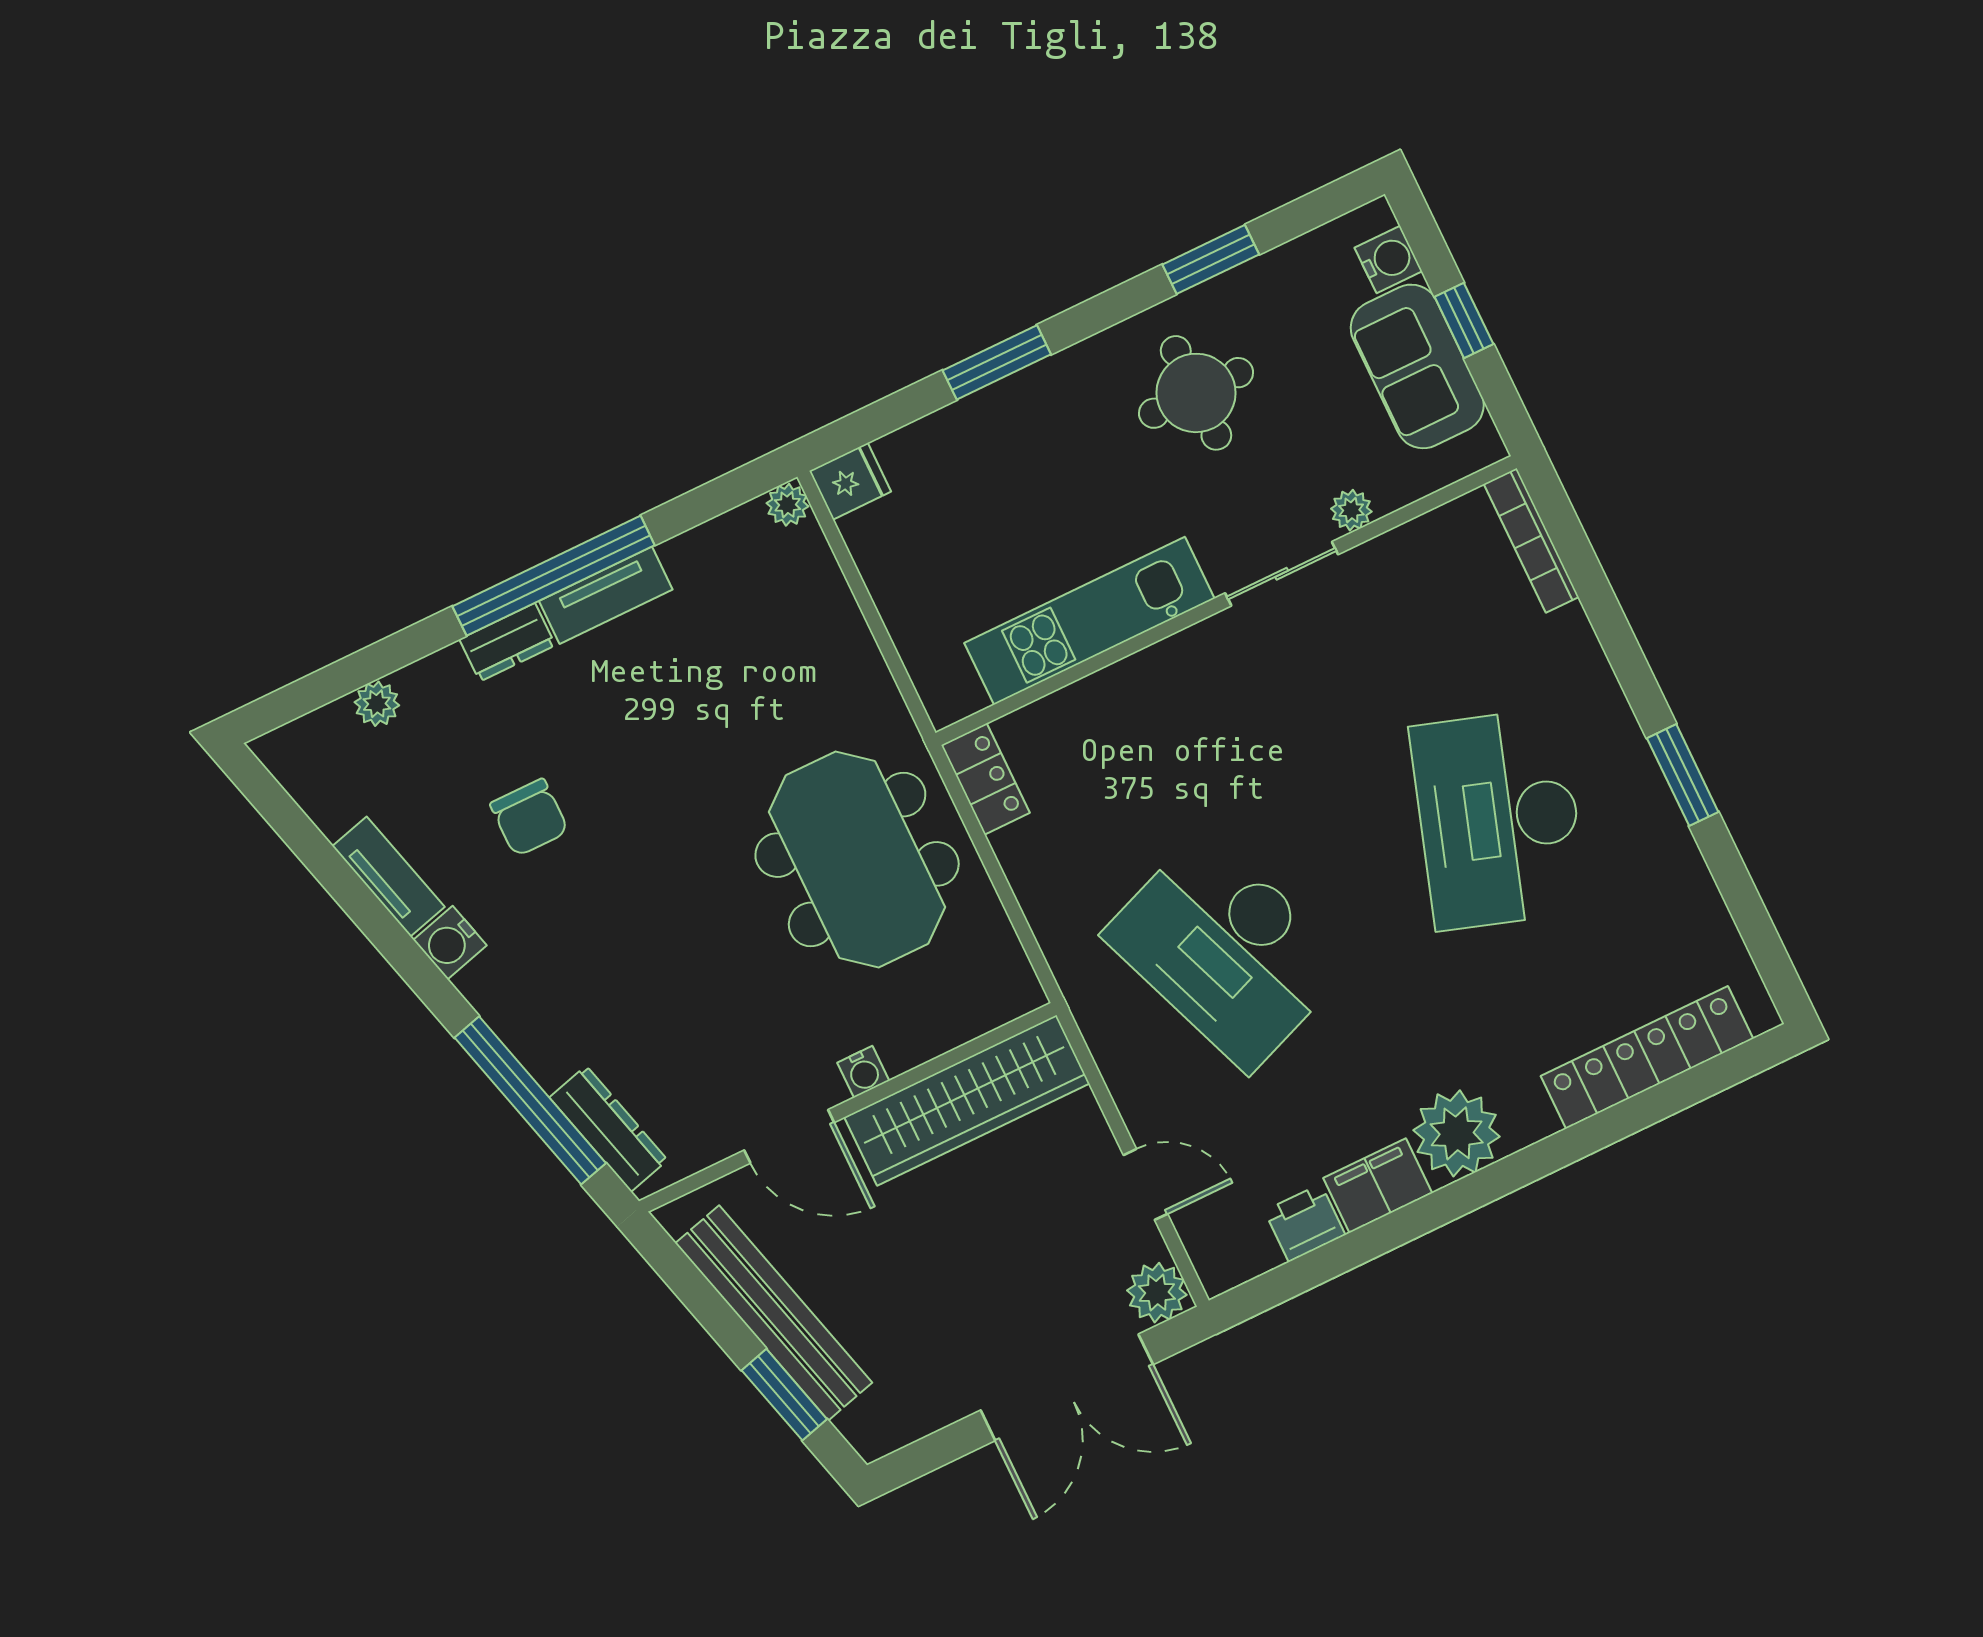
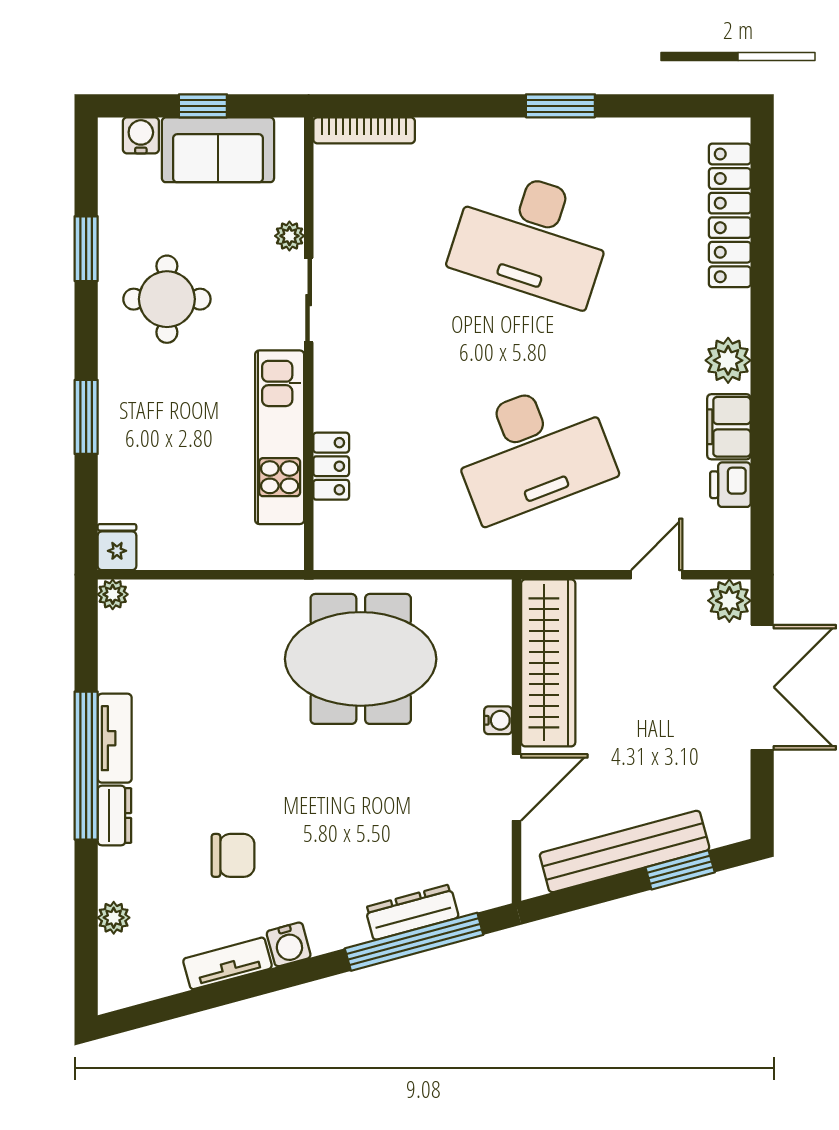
locker: (985, 779) -> (331, 466), moved, turned 90
dresser: (608, 1129) -> (412, 912), moved
plant: (1457, 1133) -> (728, 360), width x0.73, depth x0.73

